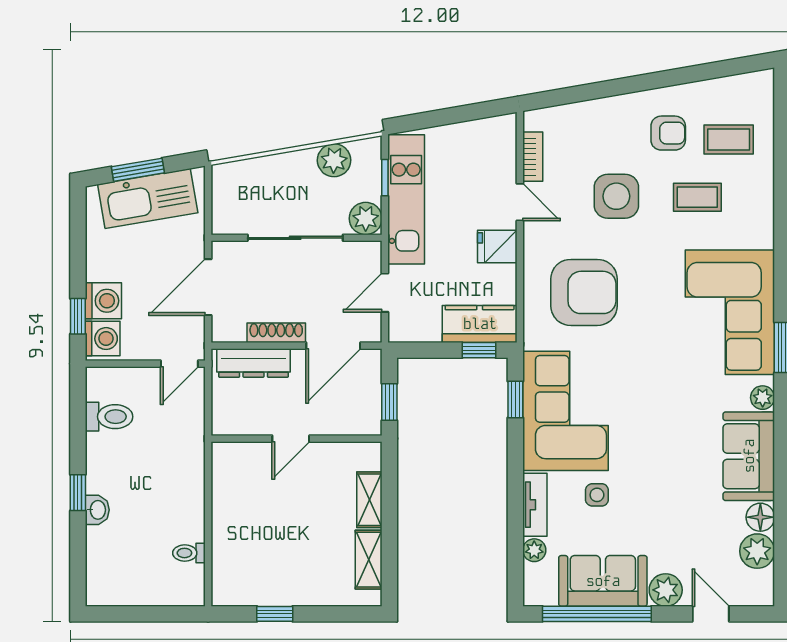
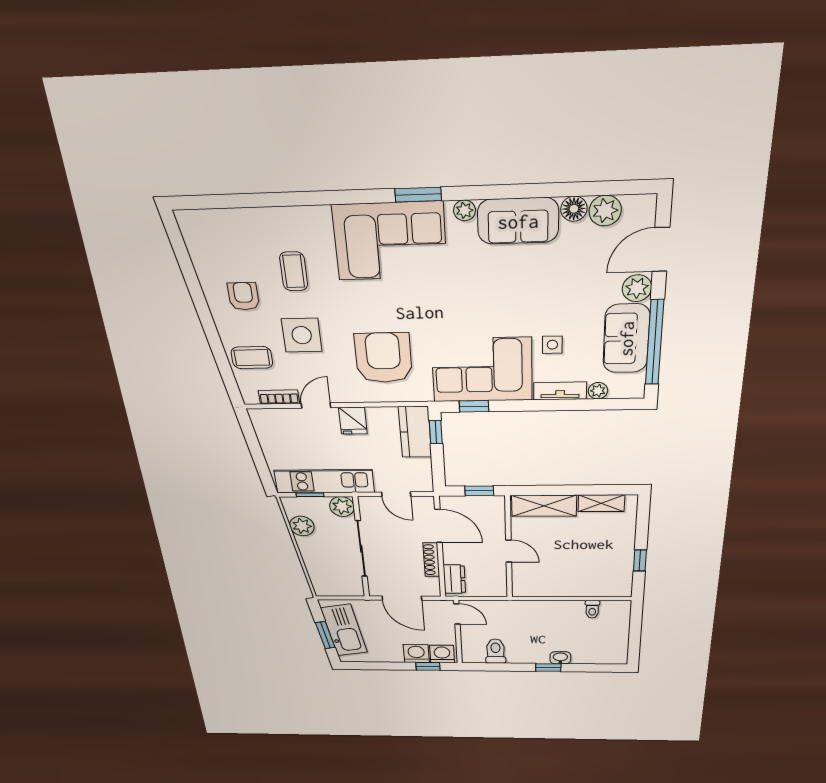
coffee table: (729, 140) -> (252, 358), moved, turned 90
dresser: (253, 363) -> (454, 579), width x0.70
shelving: (369, 500) -> (544, 506), width x1.50, depth x1.33
door: (711, 614) -> (661, 250), width x1.38

